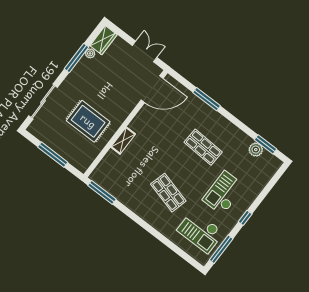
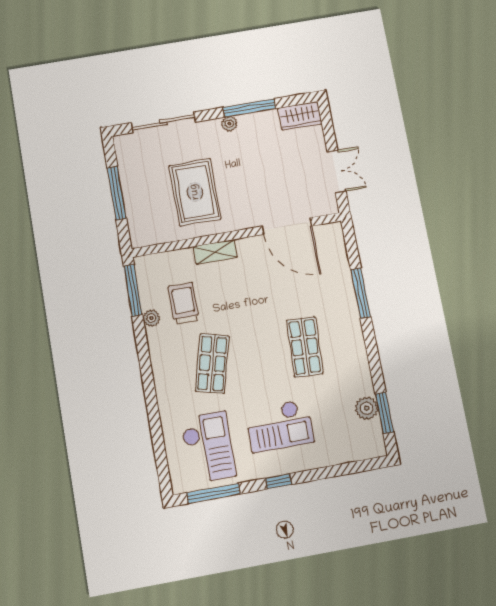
plant: (90, 53) -> (229, 124), moved
door: (152, 89) -> (287, 226), moved
trolley: (130, 177) -> (184, 303), added
checkout: (224, 193) -> (280, 426), turned 180
plant: (122, 197) -> (151, 318), added
checkout: (200, 231) -> (208, 447), turned 180

